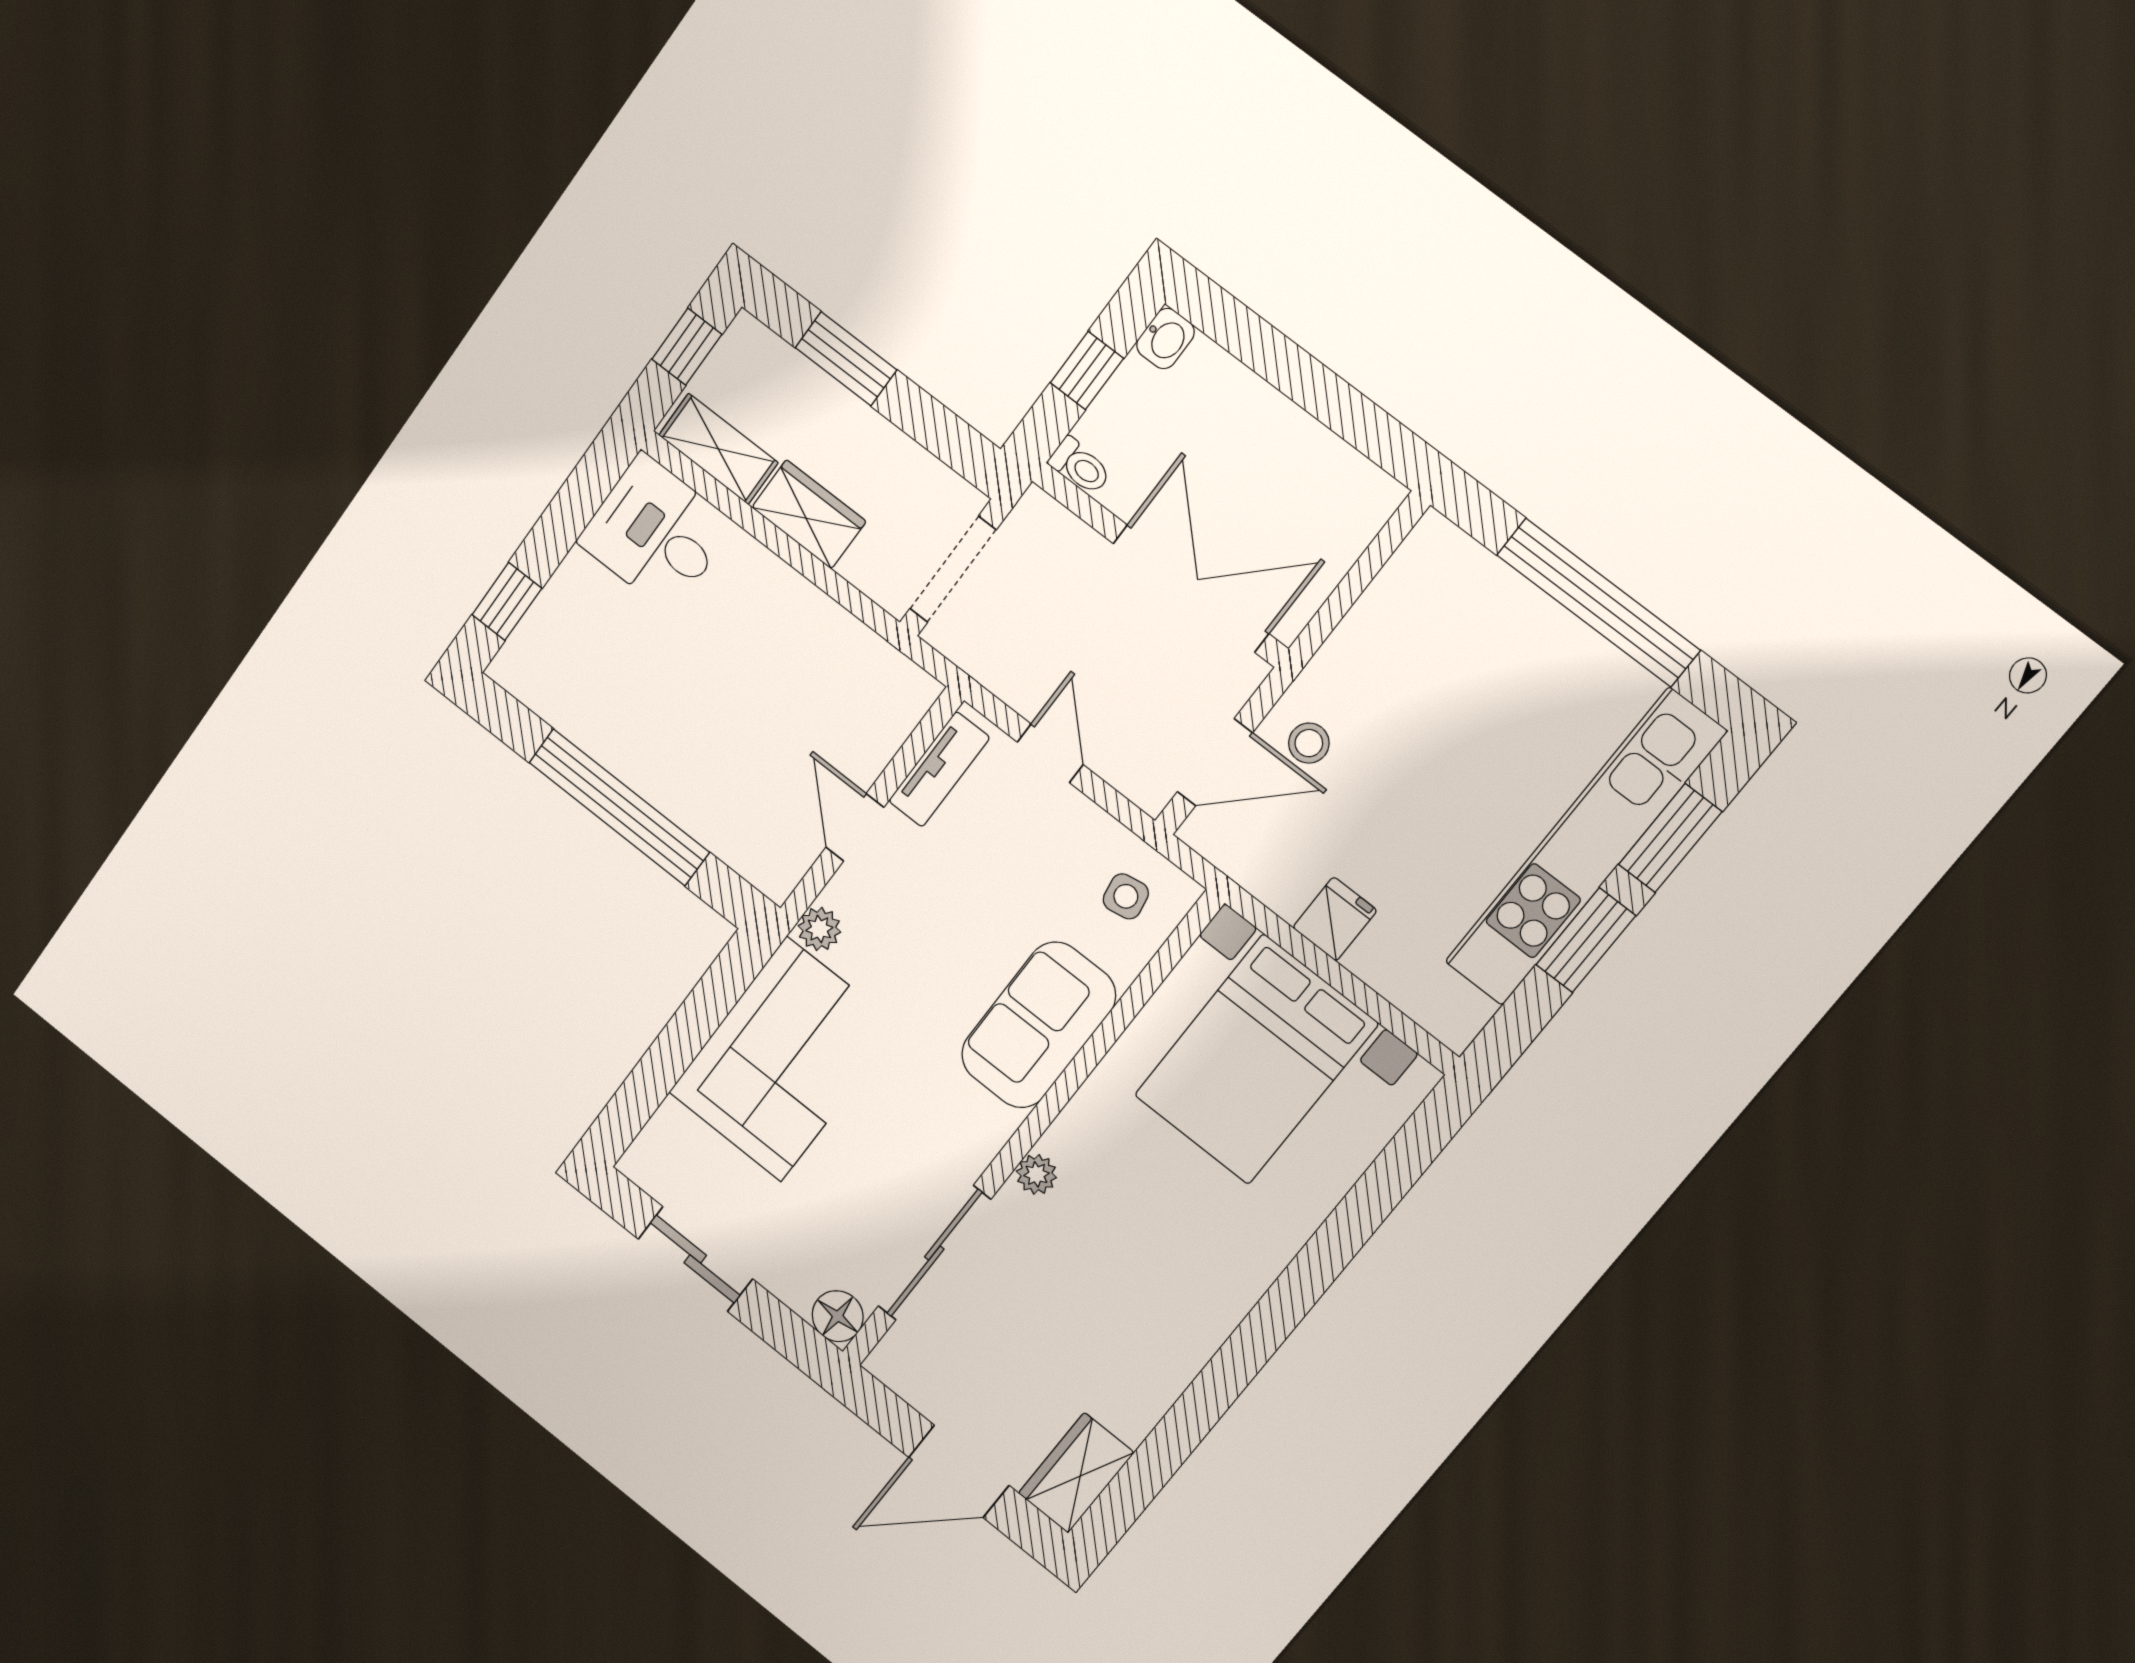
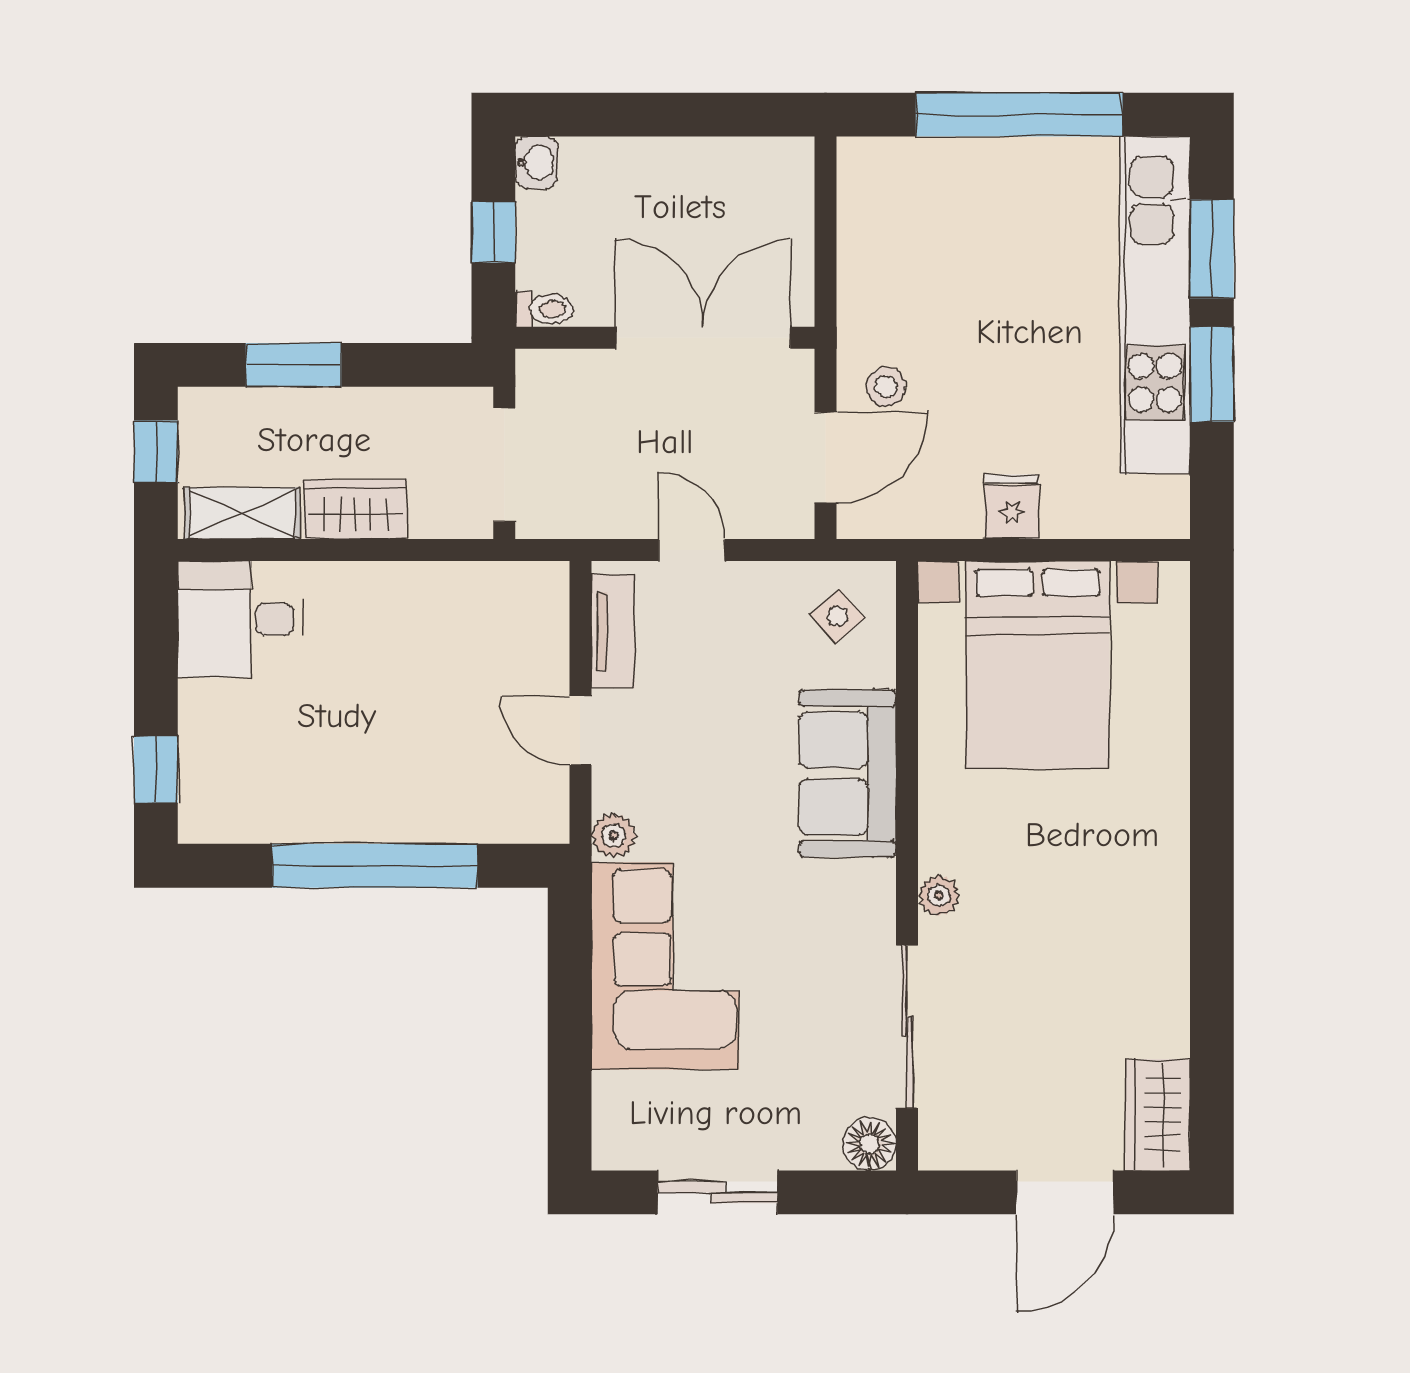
side table: (1126, 896) -> (838, 616), turned -31

